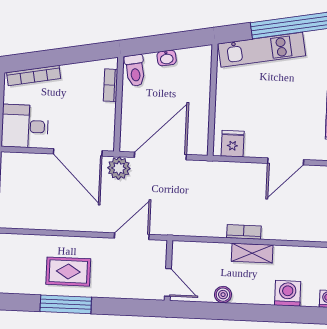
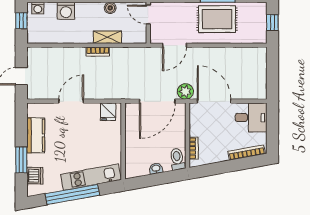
shelving: (252, 253) -> (107, 37), moved
rug: (68, 272) -> (217, 19), width x1.36, depth x1.43

